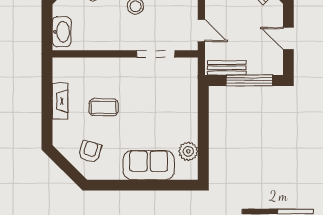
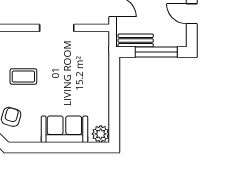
doorway: (156, 54) -> (57, 28), moved
plant: (188, 151) -> (101, 134), moved

